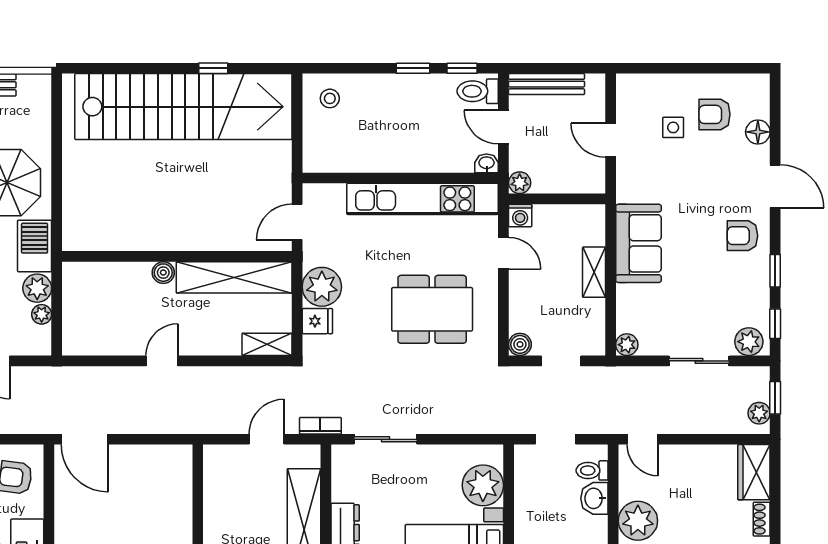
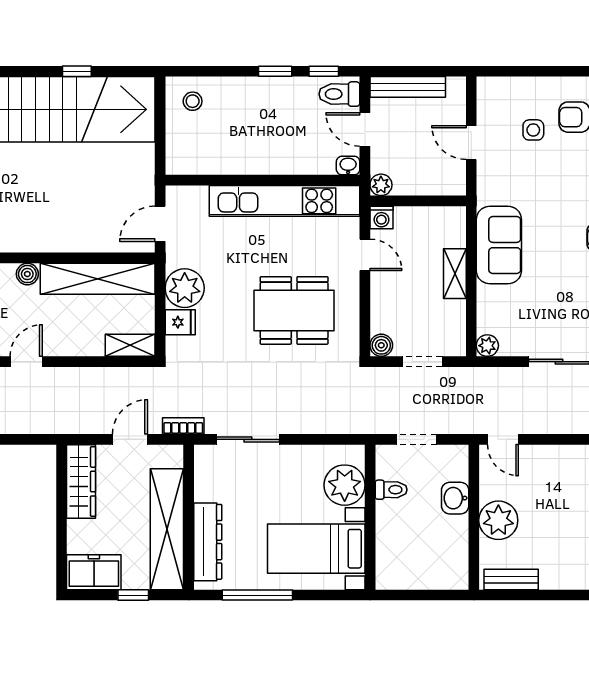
toilet: (592, 470) -> (391, 490), moved, turned 180
wardrobe: (217, 482) -> (81, 482), added

